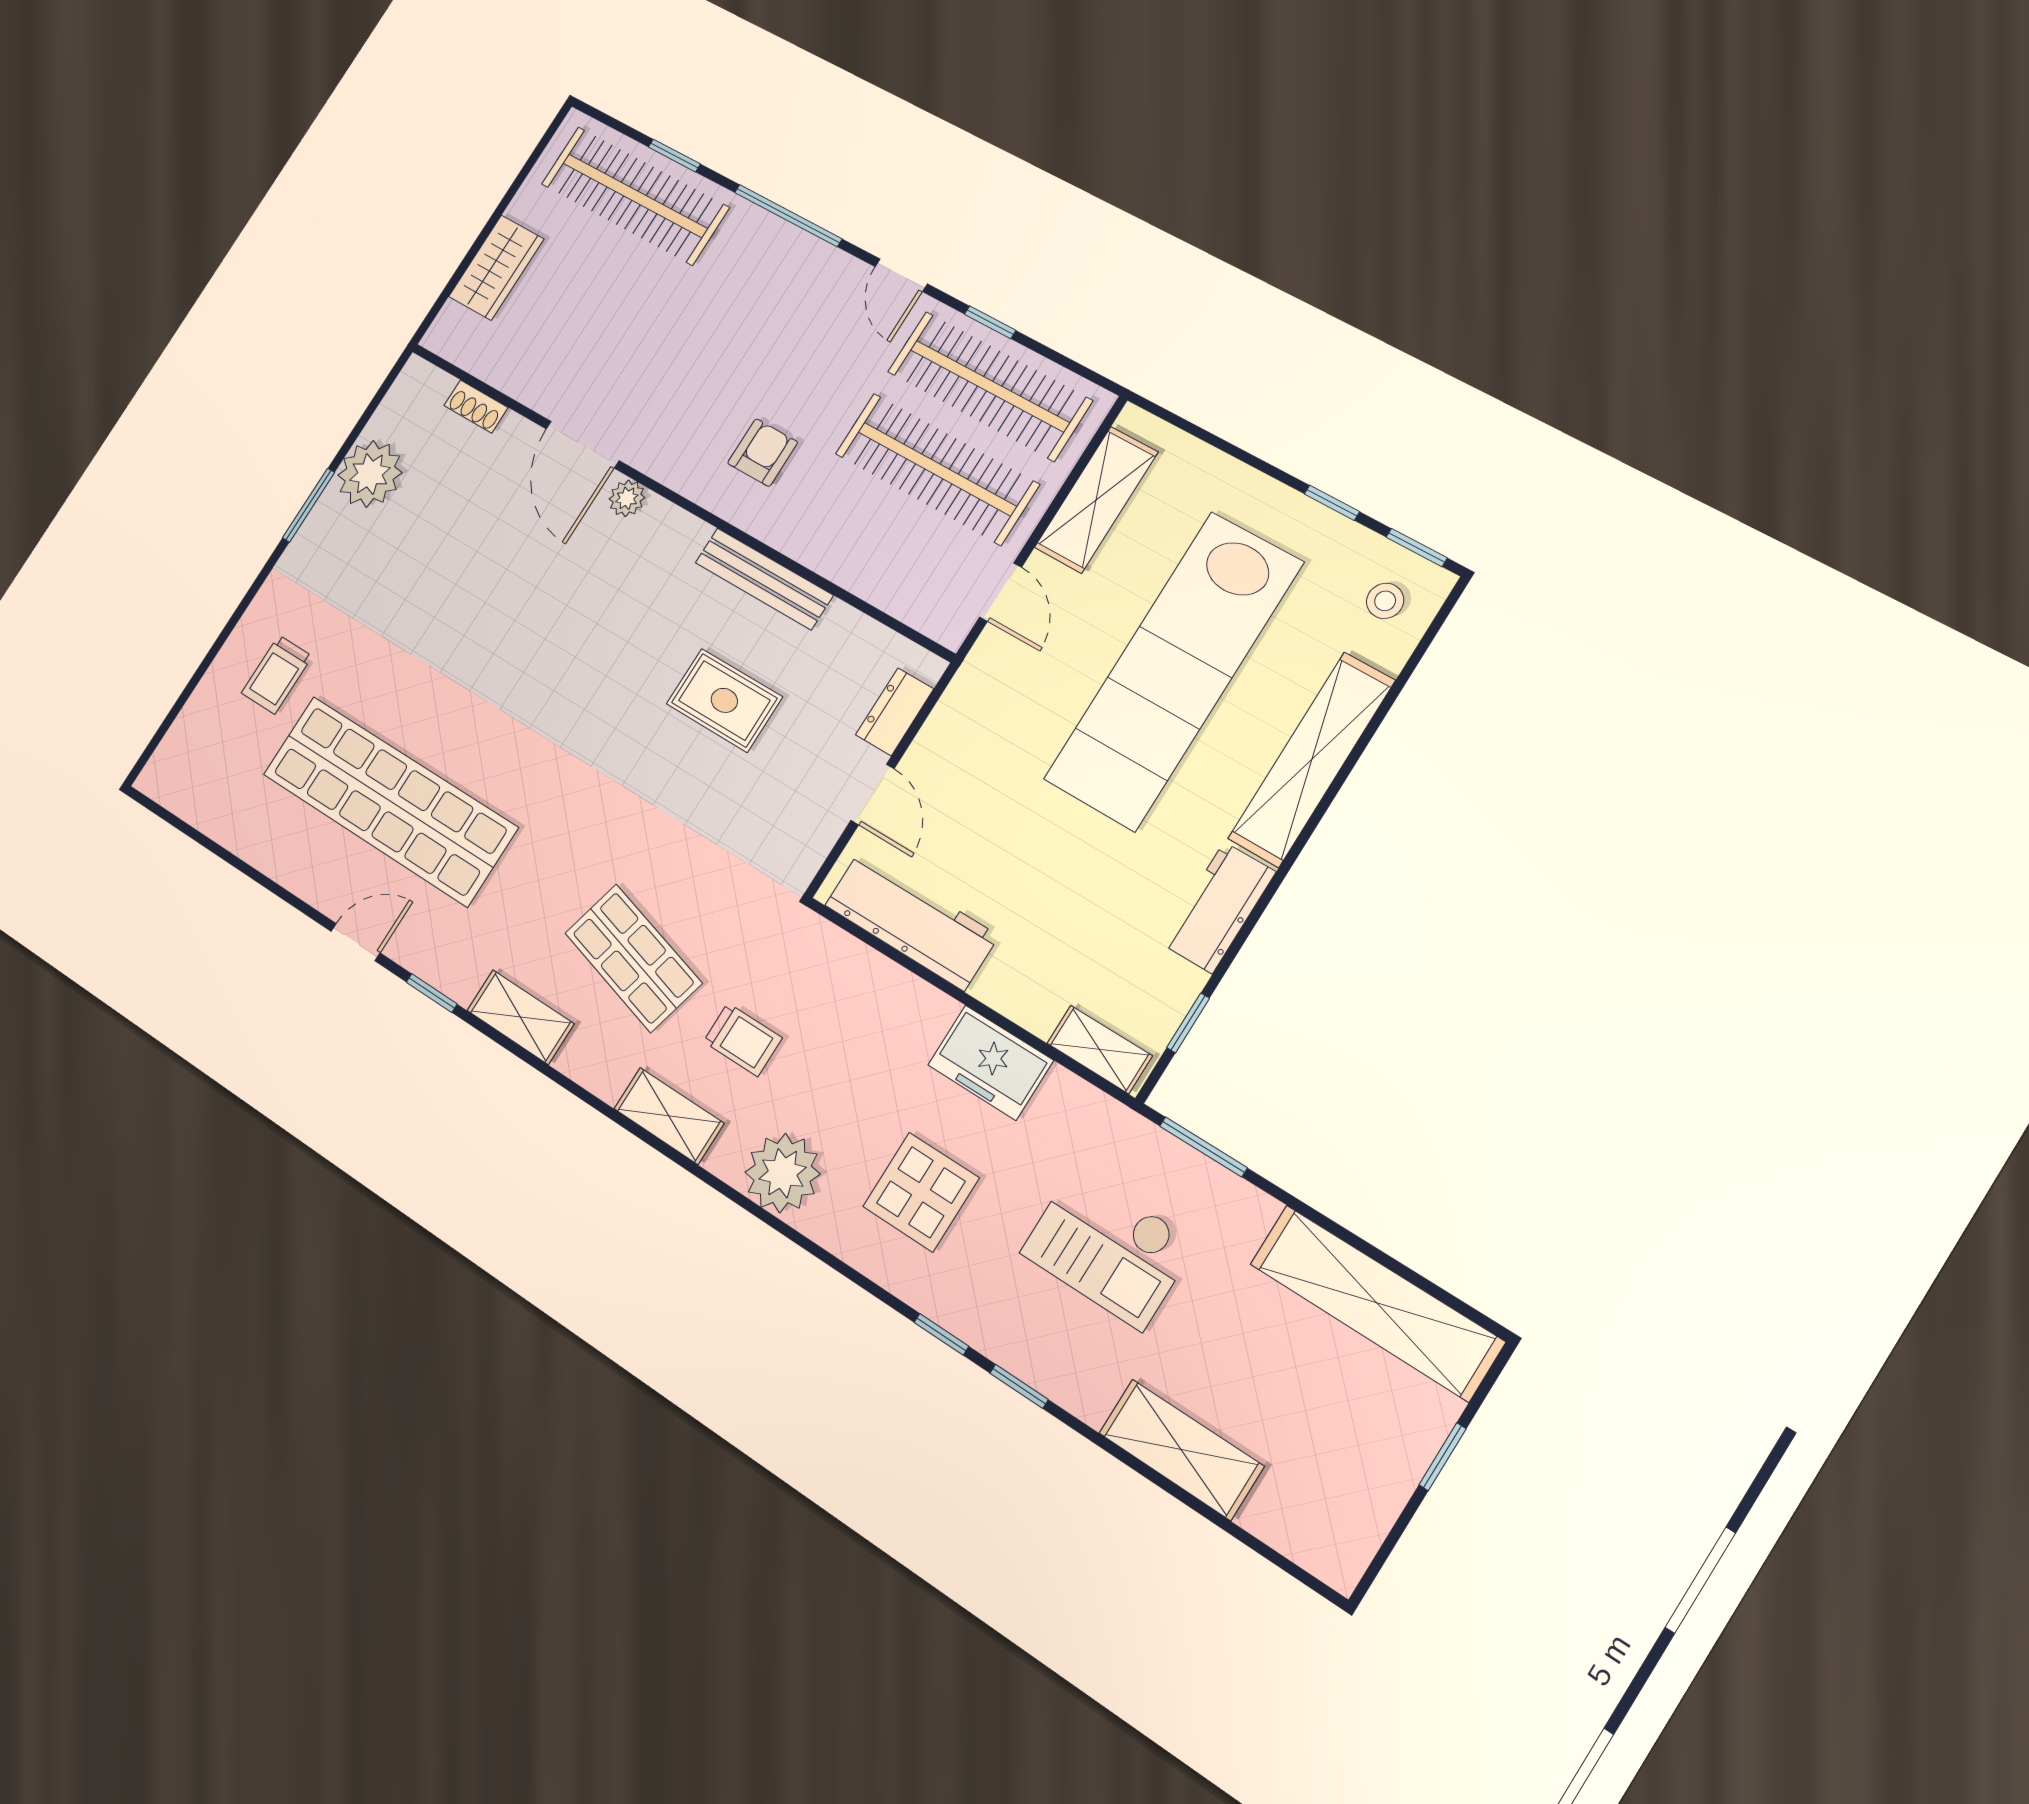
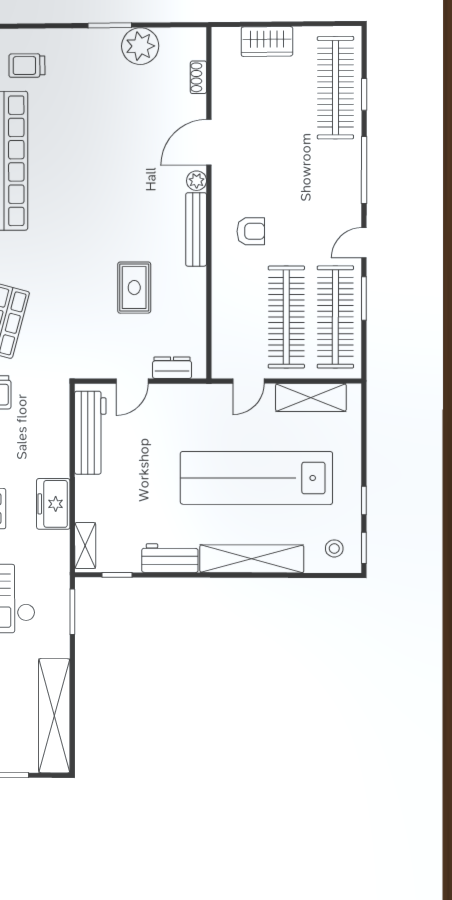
window: (990, 322) -> (364, 299), width x1.50
bench: (764, 579) -> (196, 229), moved

